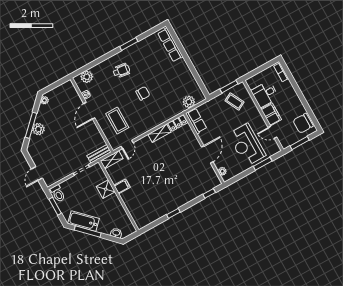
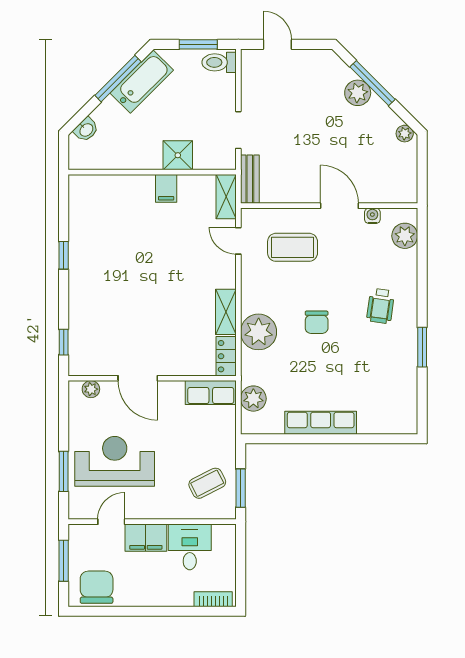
row of seats: (170, 45) -> (321, 423), moved
plant: (160, 115) -> (259, 332), added

